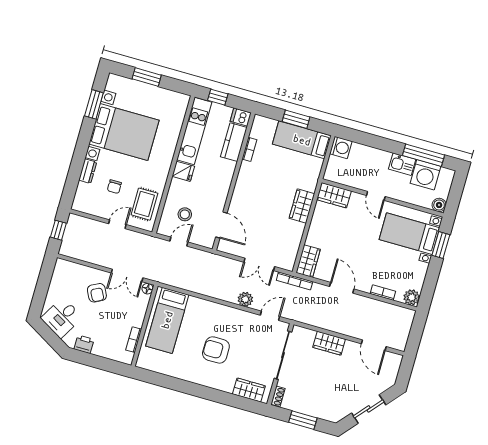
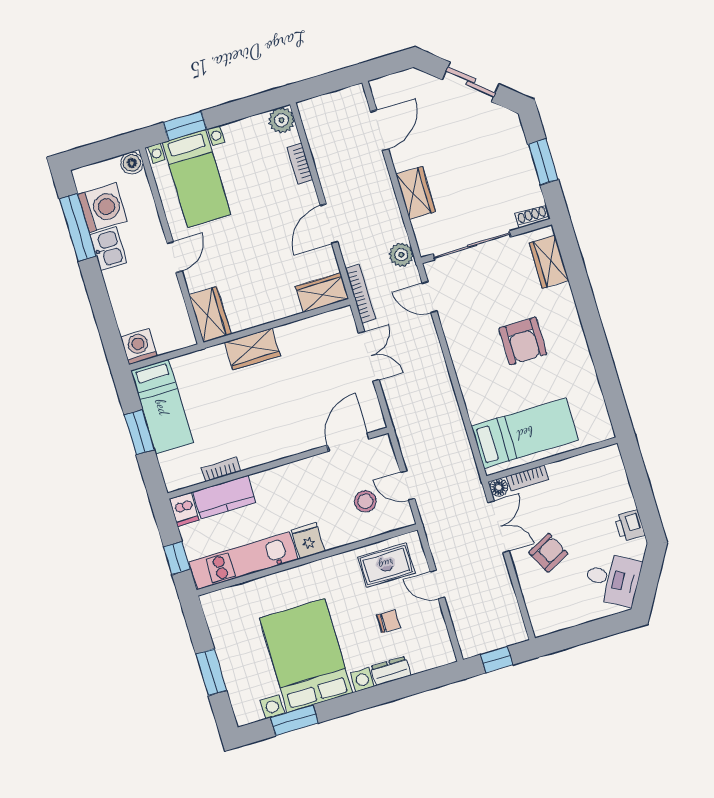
plant: (245, 299) -> (401, 255), moved
bookcase: (134, 340) -> (528, 478), moved

